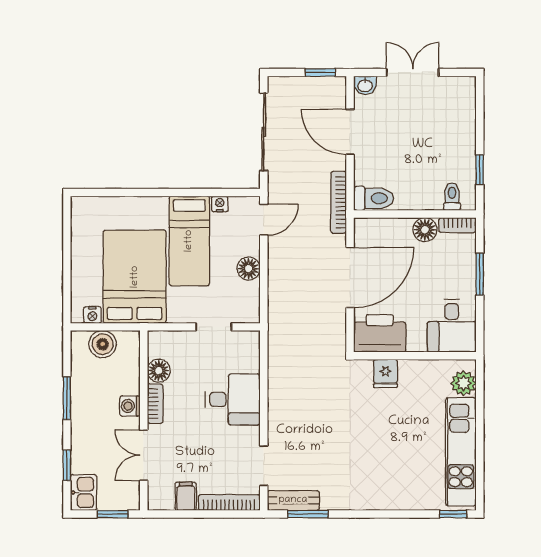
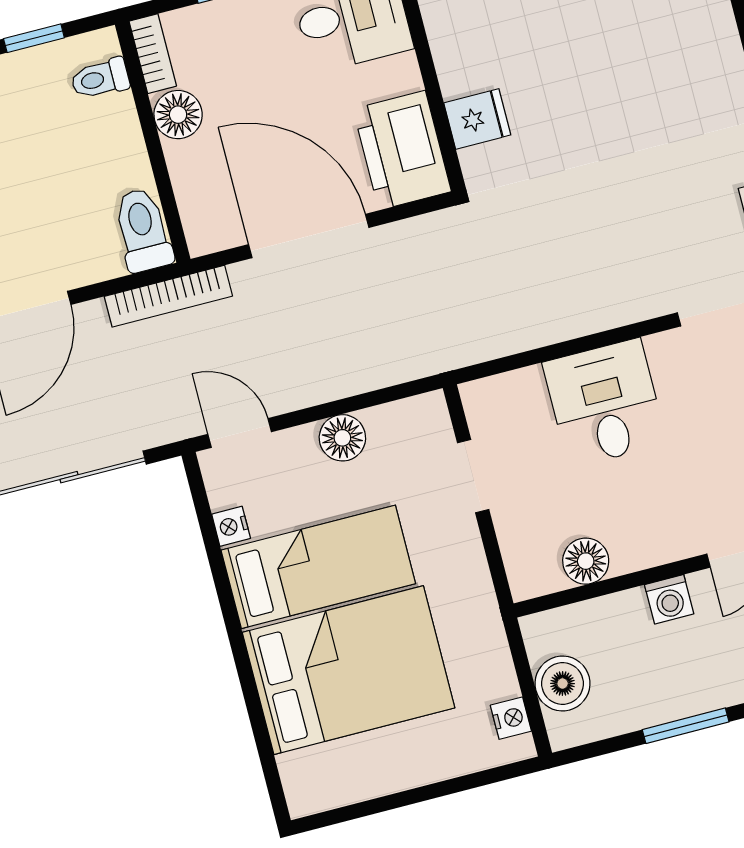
bed: (135, 277) -> (349, 670), moved, turned 180
bookcase: (155, 404) -> (652, 551), removed

